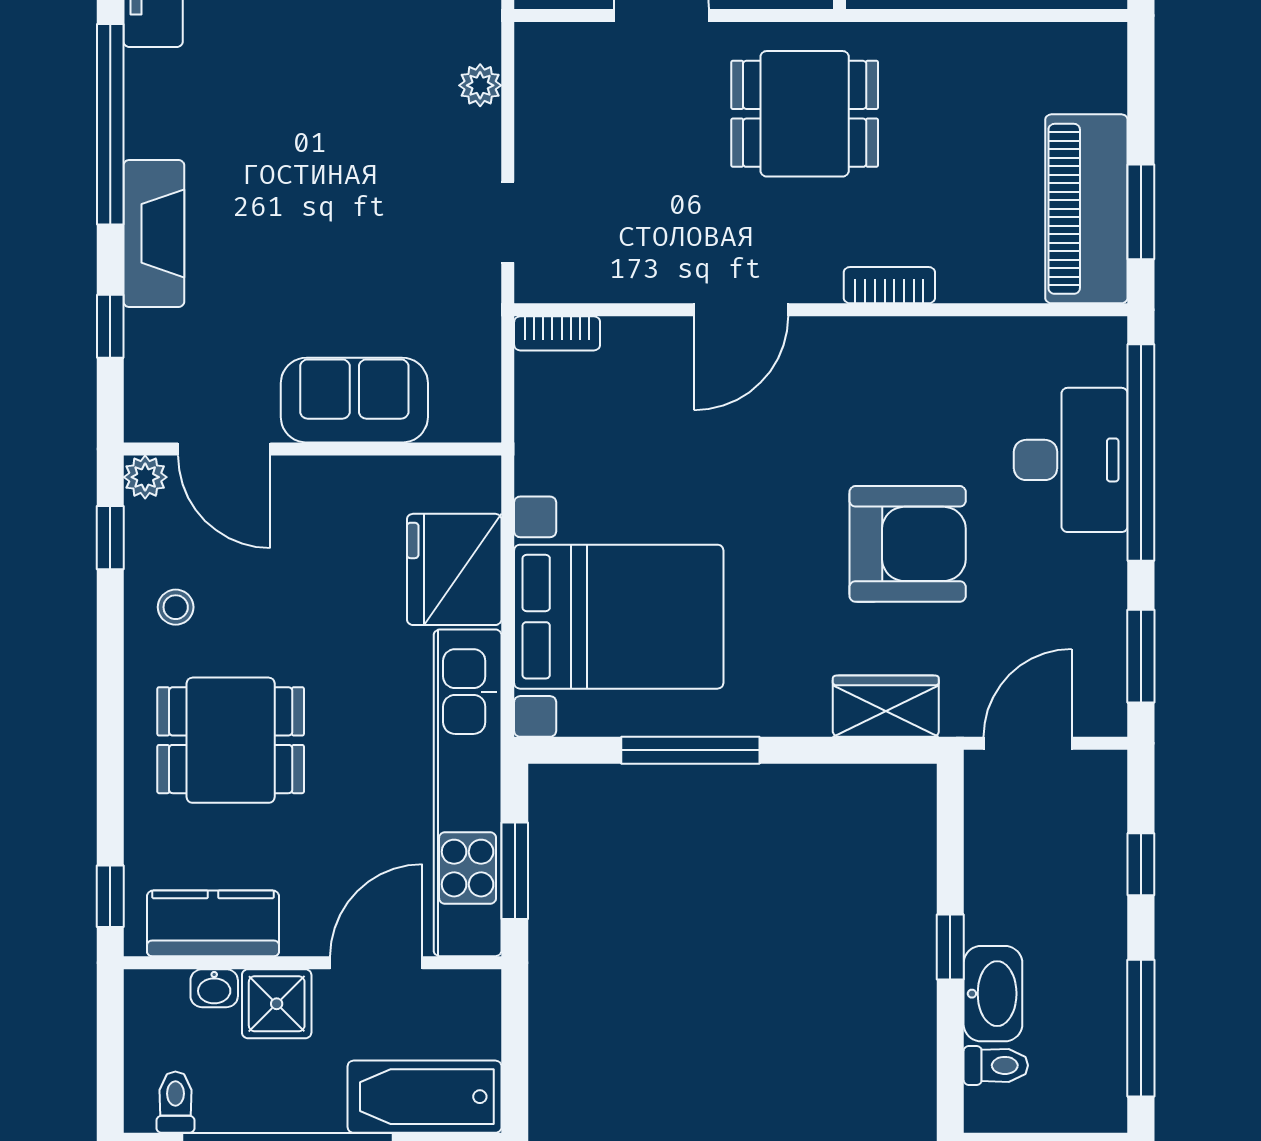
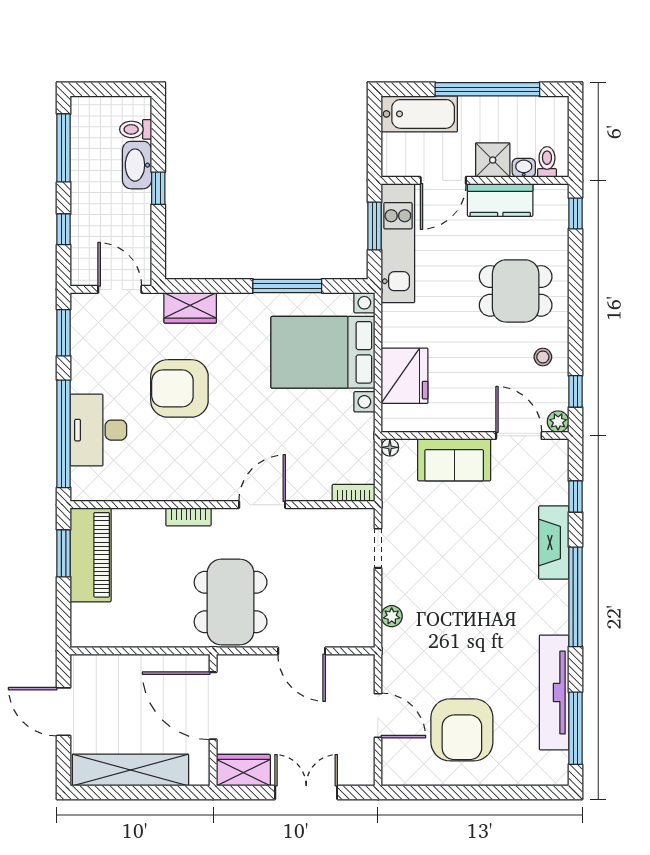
dining table: (805, 114) -> (231, 602), width x1.38
floor lamp: (484, 425) -> (390, 447), added
door: (1028, 743) -> (120, 289), swing flipped
kitchen unit: (468, 793) -> (398, 243), width x0.73
kitchen counter: (213, 923) -> (500, 200), moved
toilet: (175, 1102) -> (547, 162), moved, turned 180

